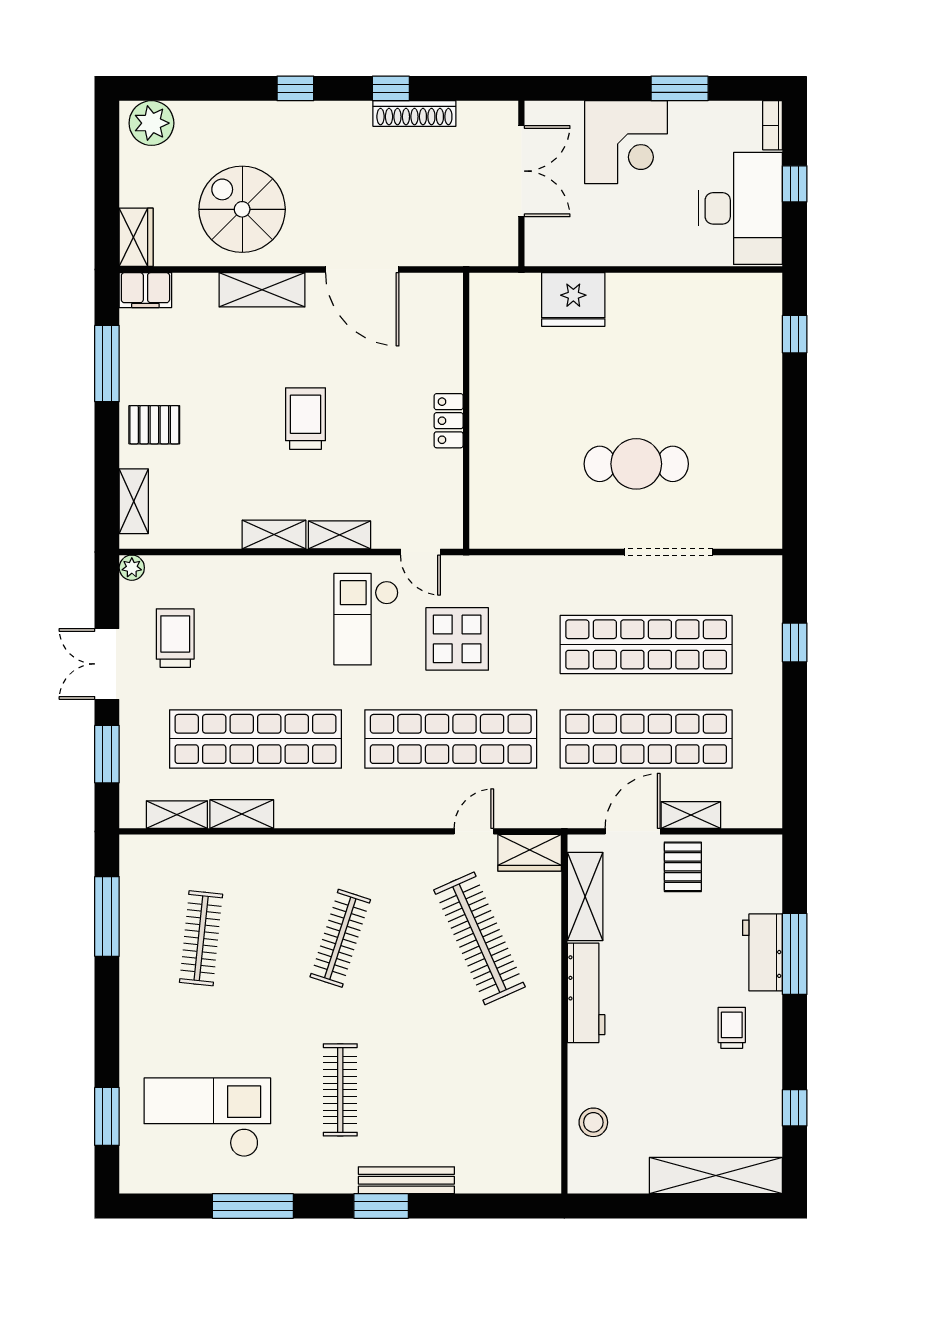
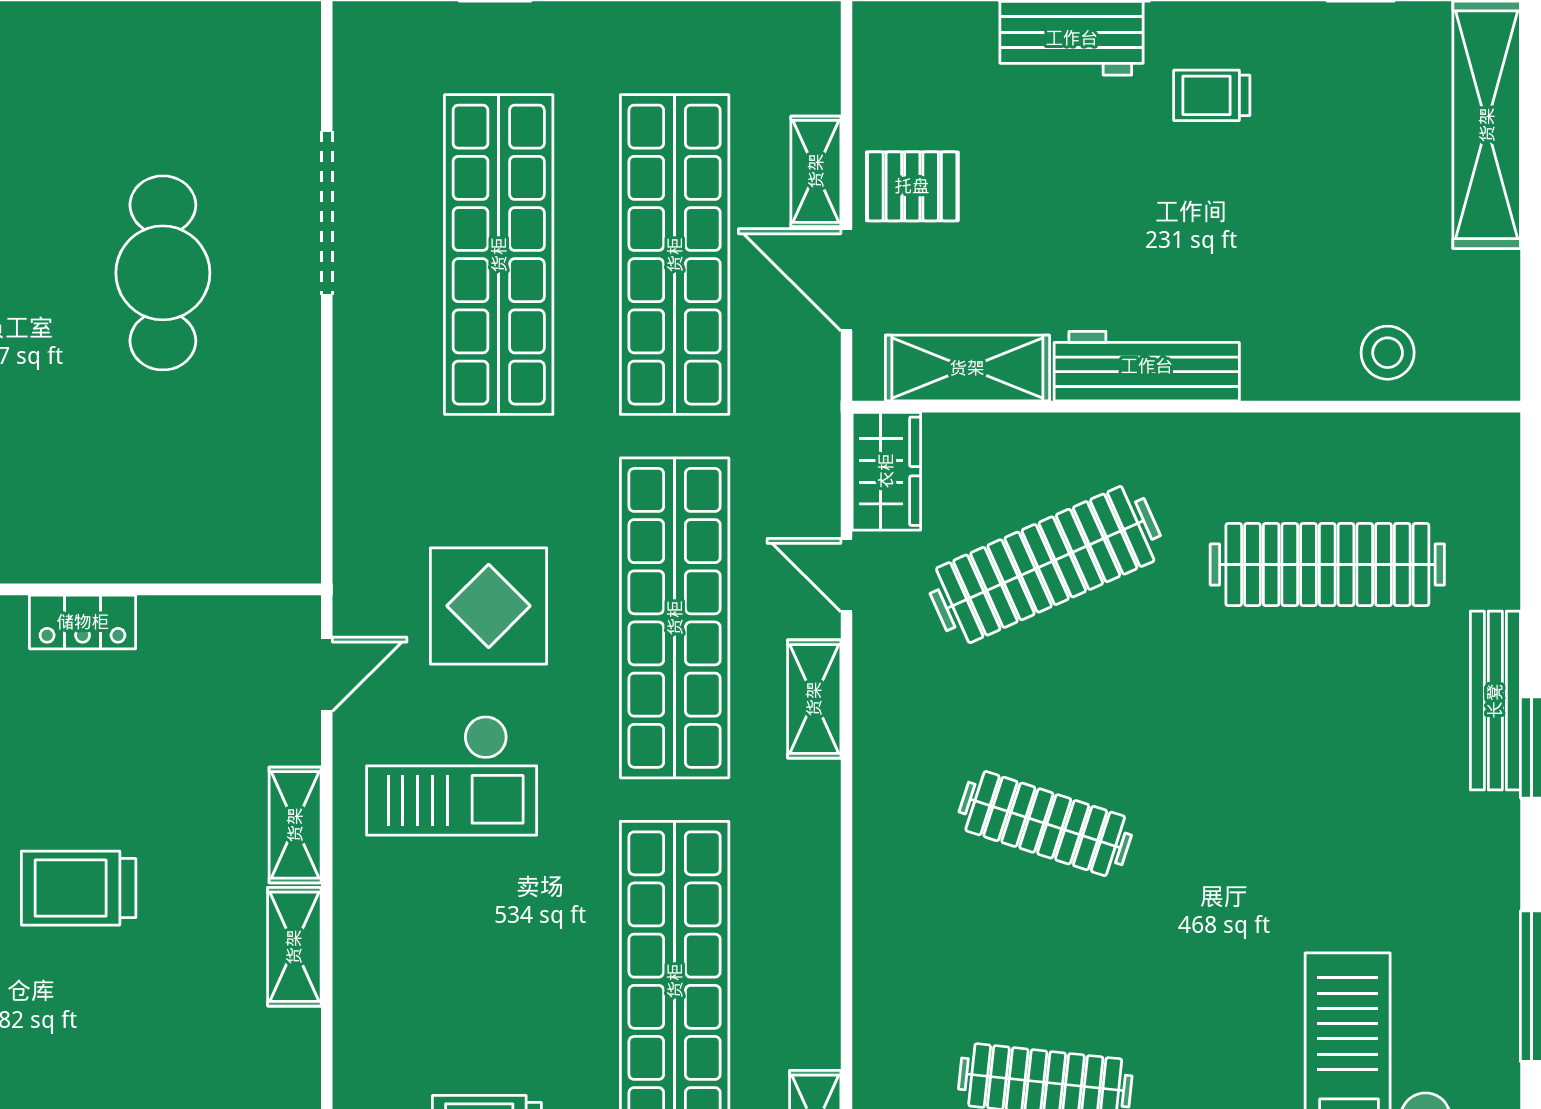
shelving: (242, 814) -> (814, 699), moved
clothes rail: (340, 1090) -> (1327, 565), moved, width x1.37, depth x1.31

